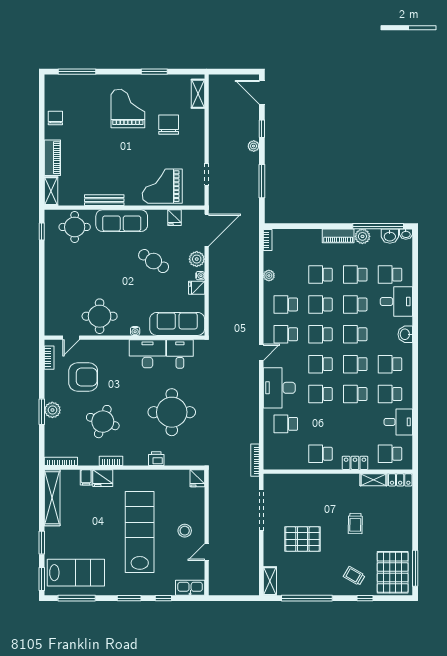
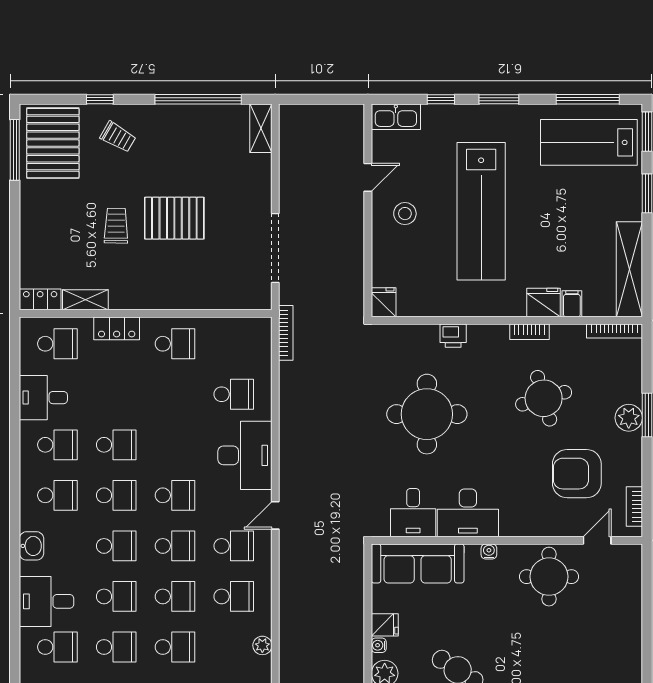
school desk: (321, 394) -> (175, 445), removed
round table: (103, 422) -> (544, 398), turned -35
pallet: (302, 539) -> (174, 218), moved

